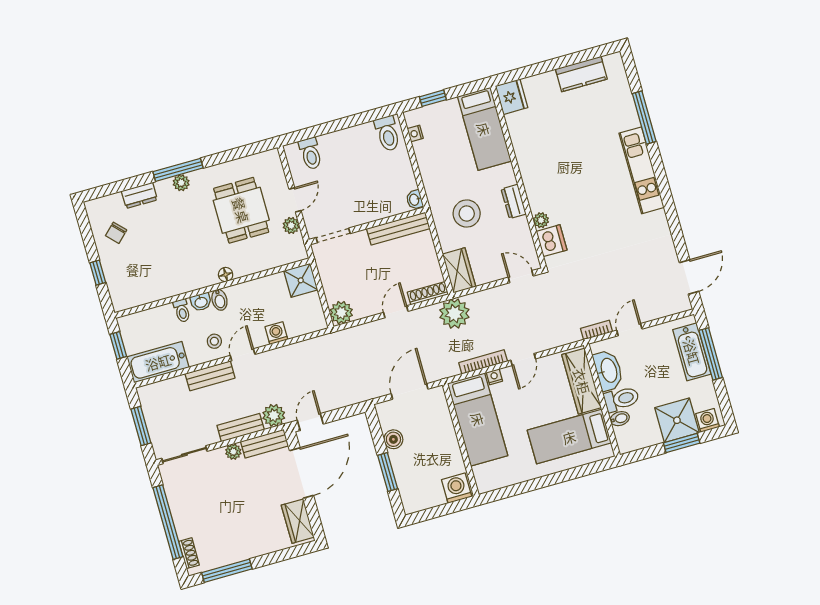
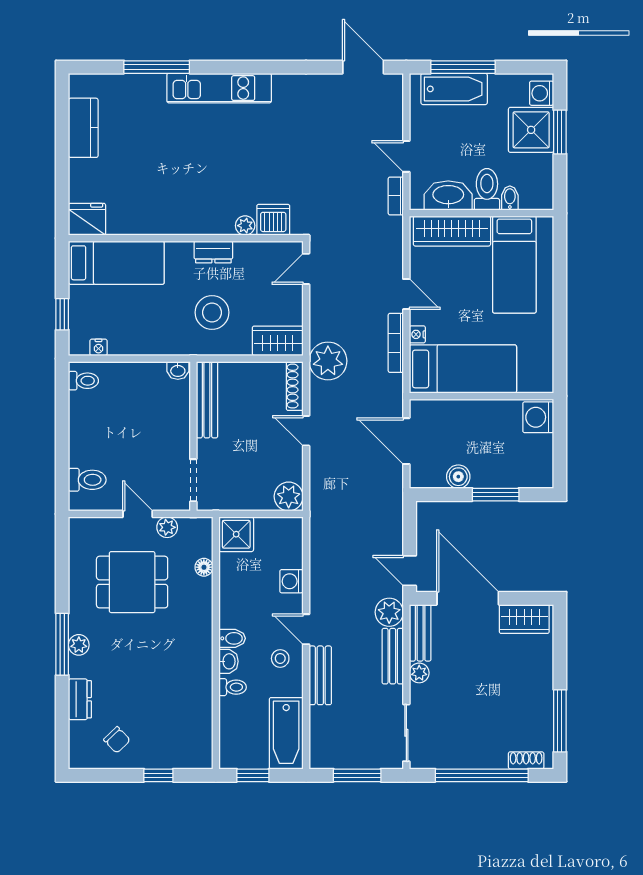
toilet: (387, 134) -> (83, 381), width x0.73, depth x0.72
floor lamp: (226, 275) -> (204, 567), moved

